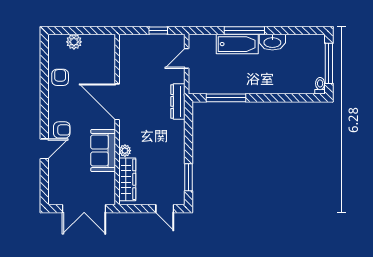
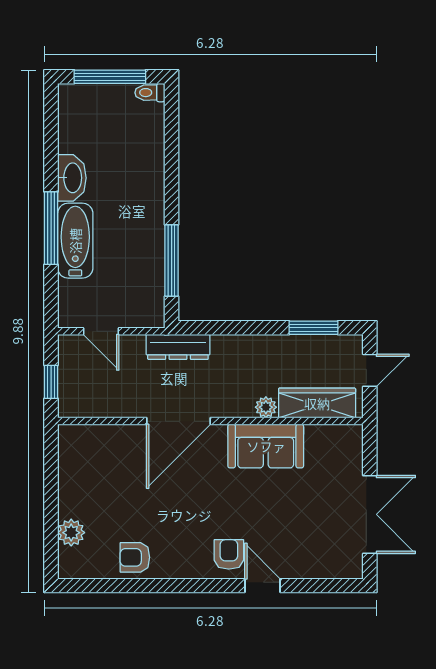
door: (117, 102) -> (179, 421), moved
wall: (117, 120) -> (210, 421), moved
sofa: (103, 151) -> (266, 446), moved
plant: (125, 151) -> (266, 407), moved
wardrobe: (127, 179) -> (317, 403), moved

